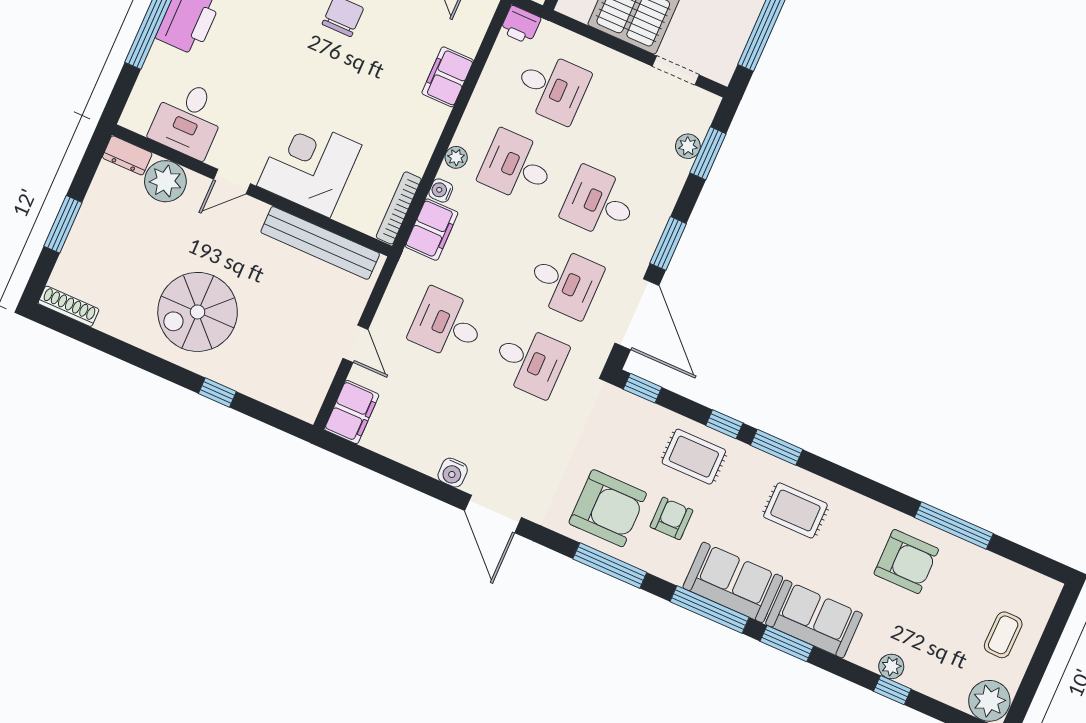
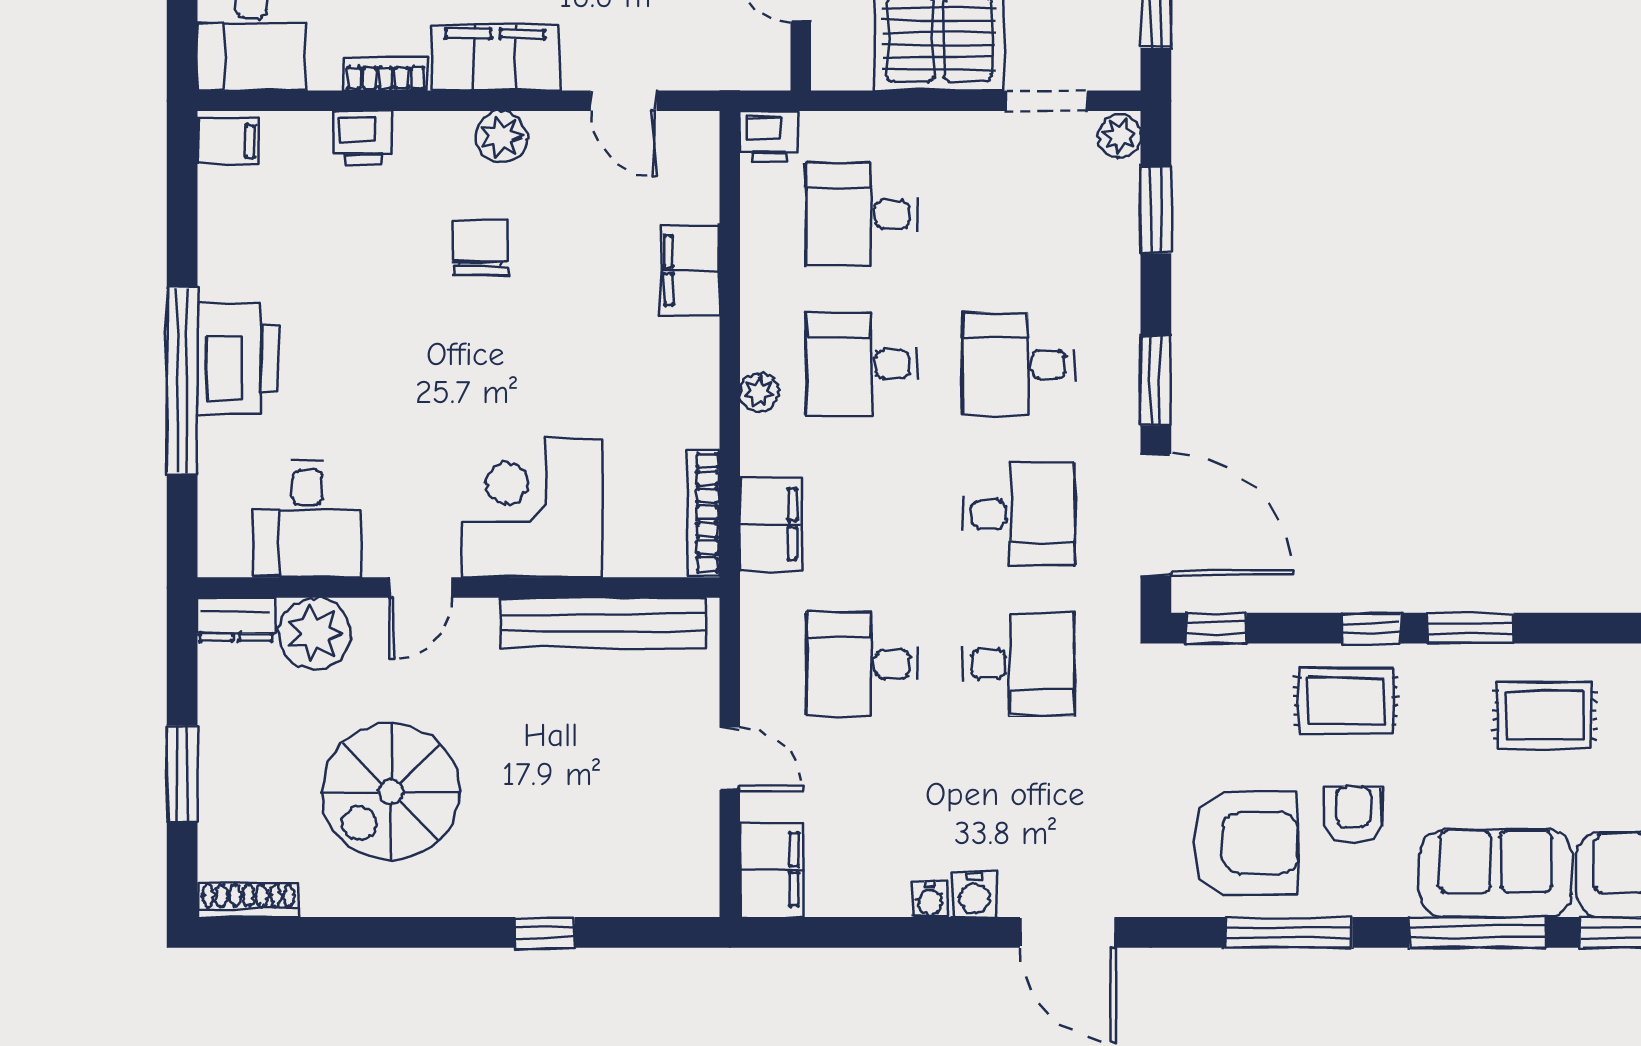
desk: (552, 87) -> (862, 214), turned 180
plant: (688, 146) -> (1119, 136), moved
water cooler: (441, 191) -> (930, 899), moved, turned -90
spiral stairs: (198, 312) -> (391, 792), moved

